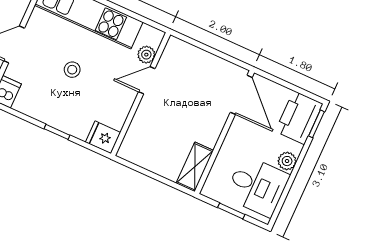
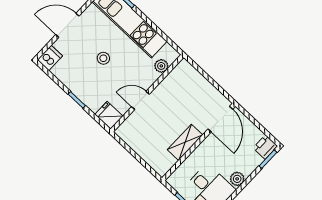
door: (147, 80) -> (140, 100), moved
printer: (299, 117) -> (265, 147), width x0.53, depth x0.68
shelving: (195, 167) -> (185, 142), moved

